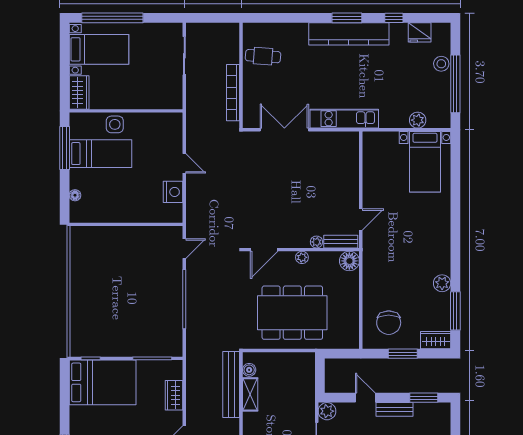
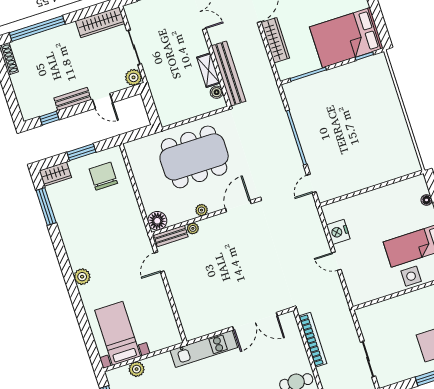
plant: (442, 283) -> (82, 277), moved
wardrobe: (174, 395) -> (275, 40), width x1.50
window: (424, 398) -> (49, 118), width x0.67

